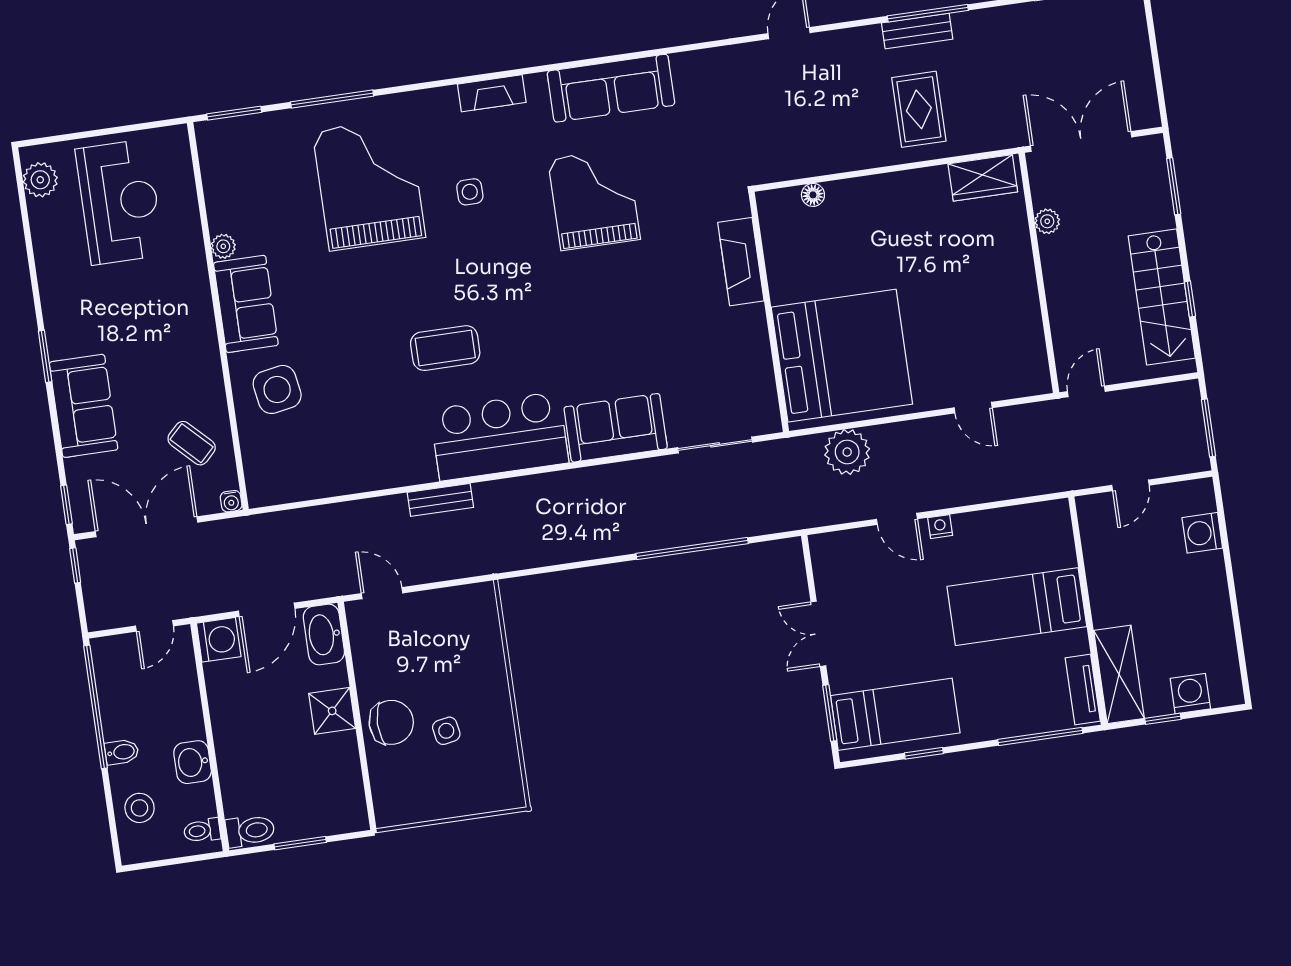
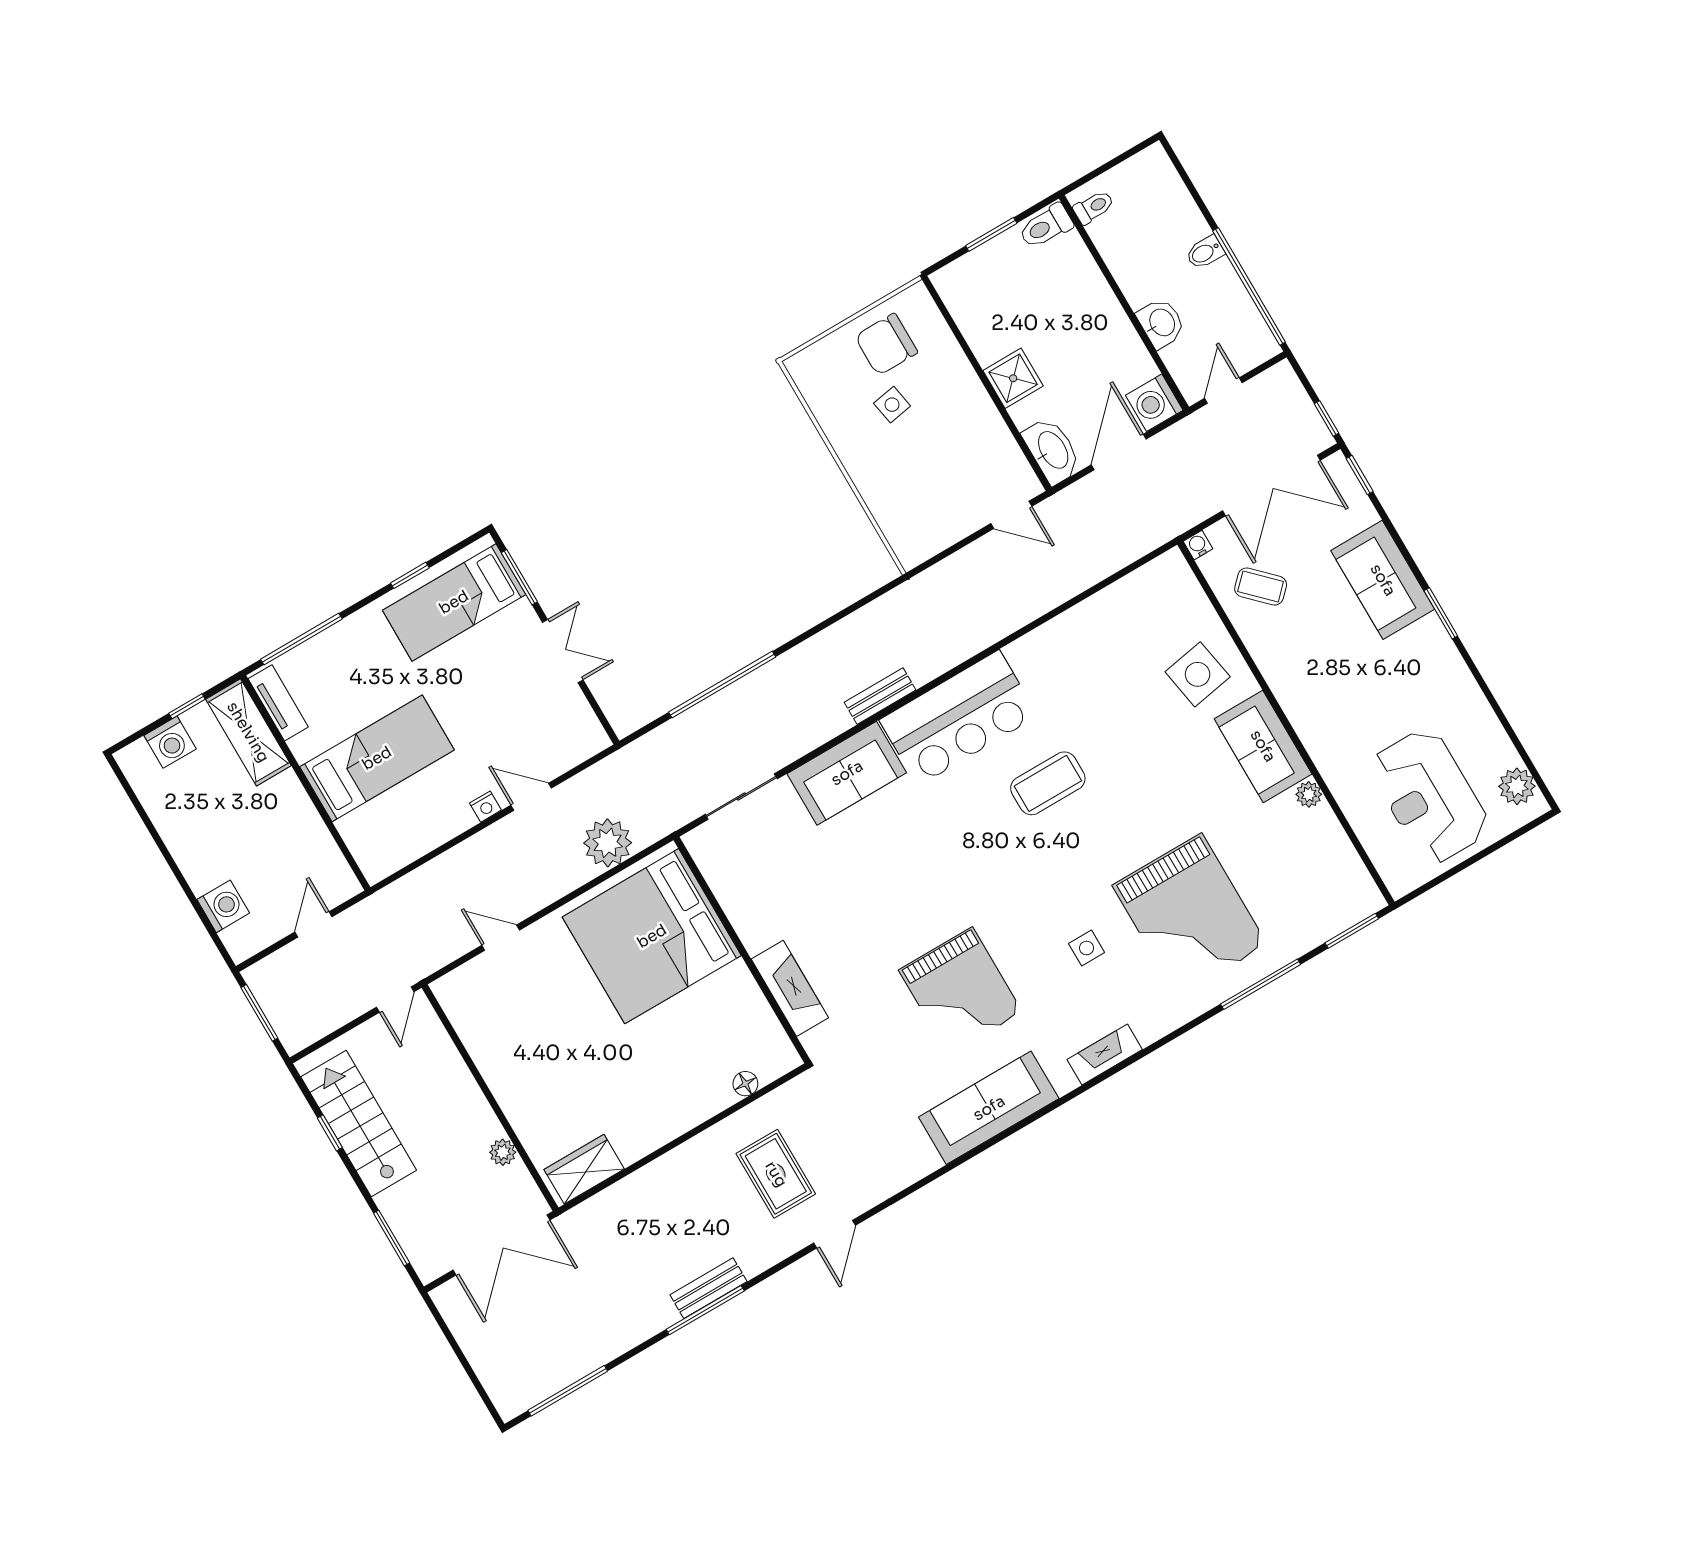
rug: (919, 109) -> (776, 1174), moved
bench: (440, 500) -> (880, 696), moved
chair: (391, 722) -> (886, 344), moved
washbasin: (193, 762) -> (1161, 323), moved
stool: (140, 808) -> (1165, 204), removed

